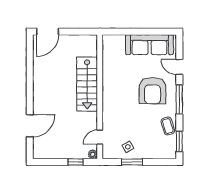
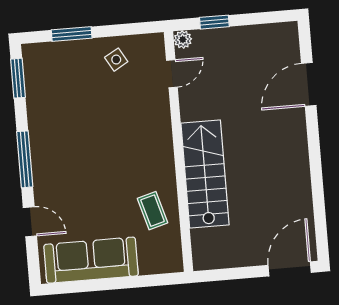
armchair: (153, 91) -> (78, 172), removed
coffee table: (168, 126) -> (153, 211), moved
window: (132, 162) -> (72, 34), moved

